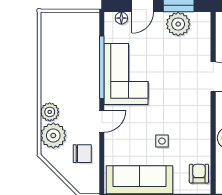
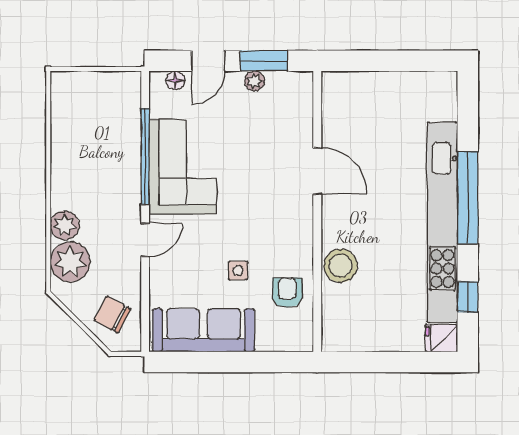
plant: (178, 24) -> (255, 81), width x0.53, depth x0.53
chair: (82, 154) -> (112, 314), moved, turned -152
armchair: (199, 174) -> (287, 293), moved

